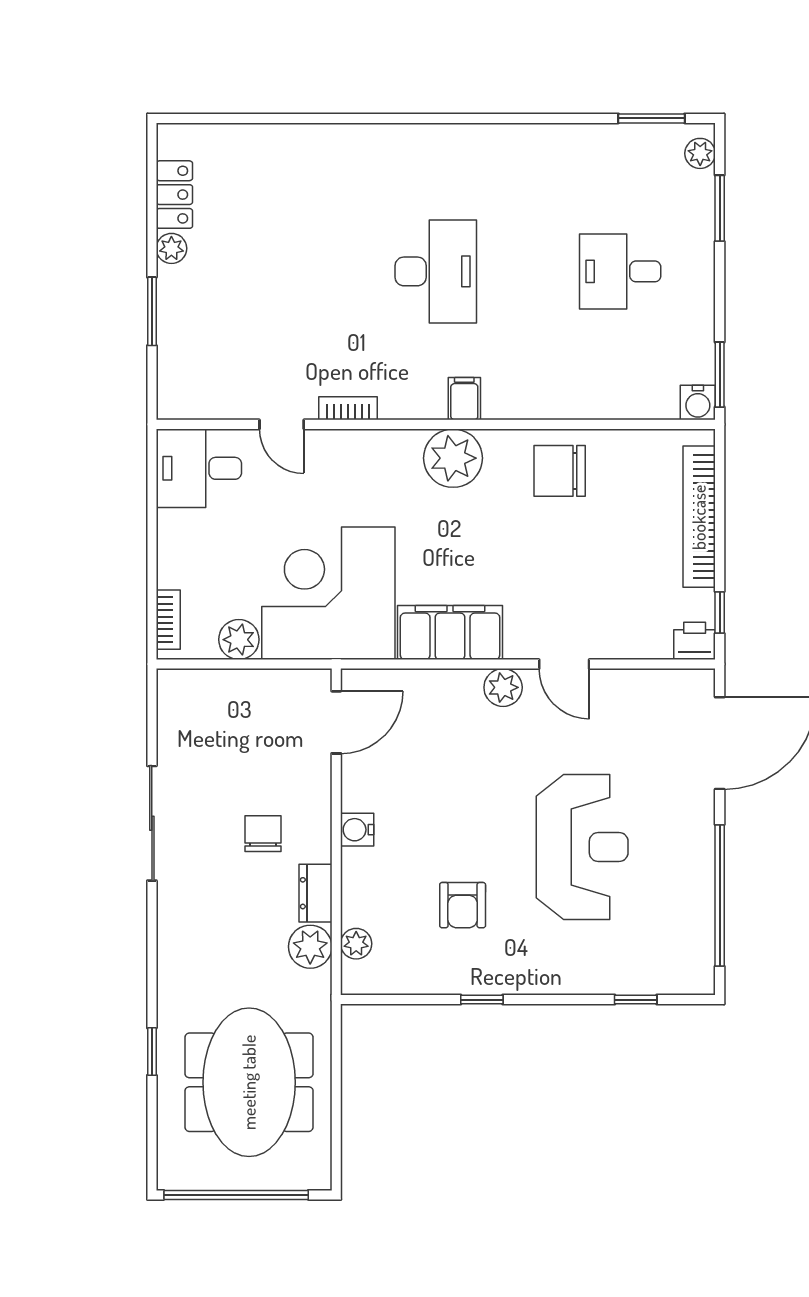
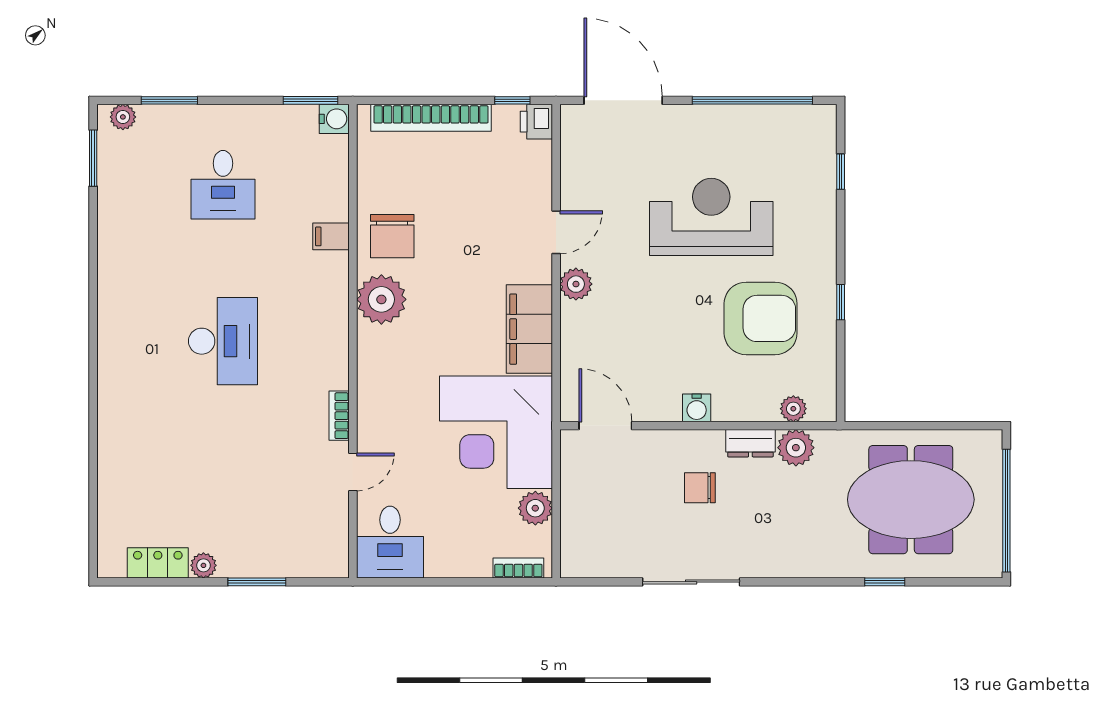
desk: (436, 271) -> (223, 341), turned 90
filing cabinet: (464, 399) -> (331, 236), moved
plant: (453, 458) -> (381, 299), moved
armchair: (463, 905) -> (761, 318), width x1.88, depth x1.88

